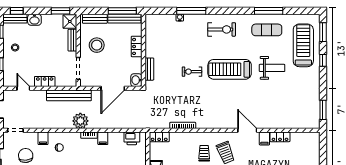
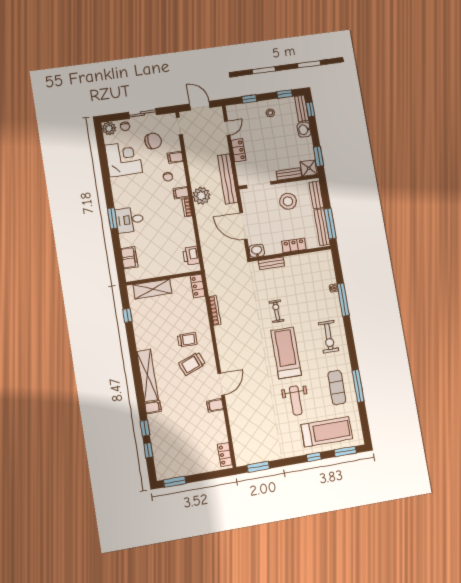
locker: (280, 137) -> (225, 455), moved
filing cabinet: (103, 138) -> (181, 193), moved

